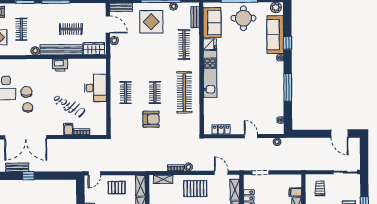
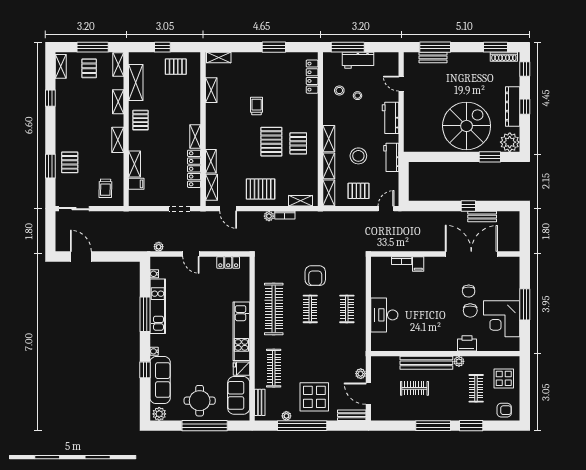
wardrobe: (94, 49) -> (386, 364), removed
printer: (60, 65) -> (467, 343), moved
kitchen unit: (277, 94) -> (158, 306), added
armchair: (151, 119) -> (315, 276), turned -90

